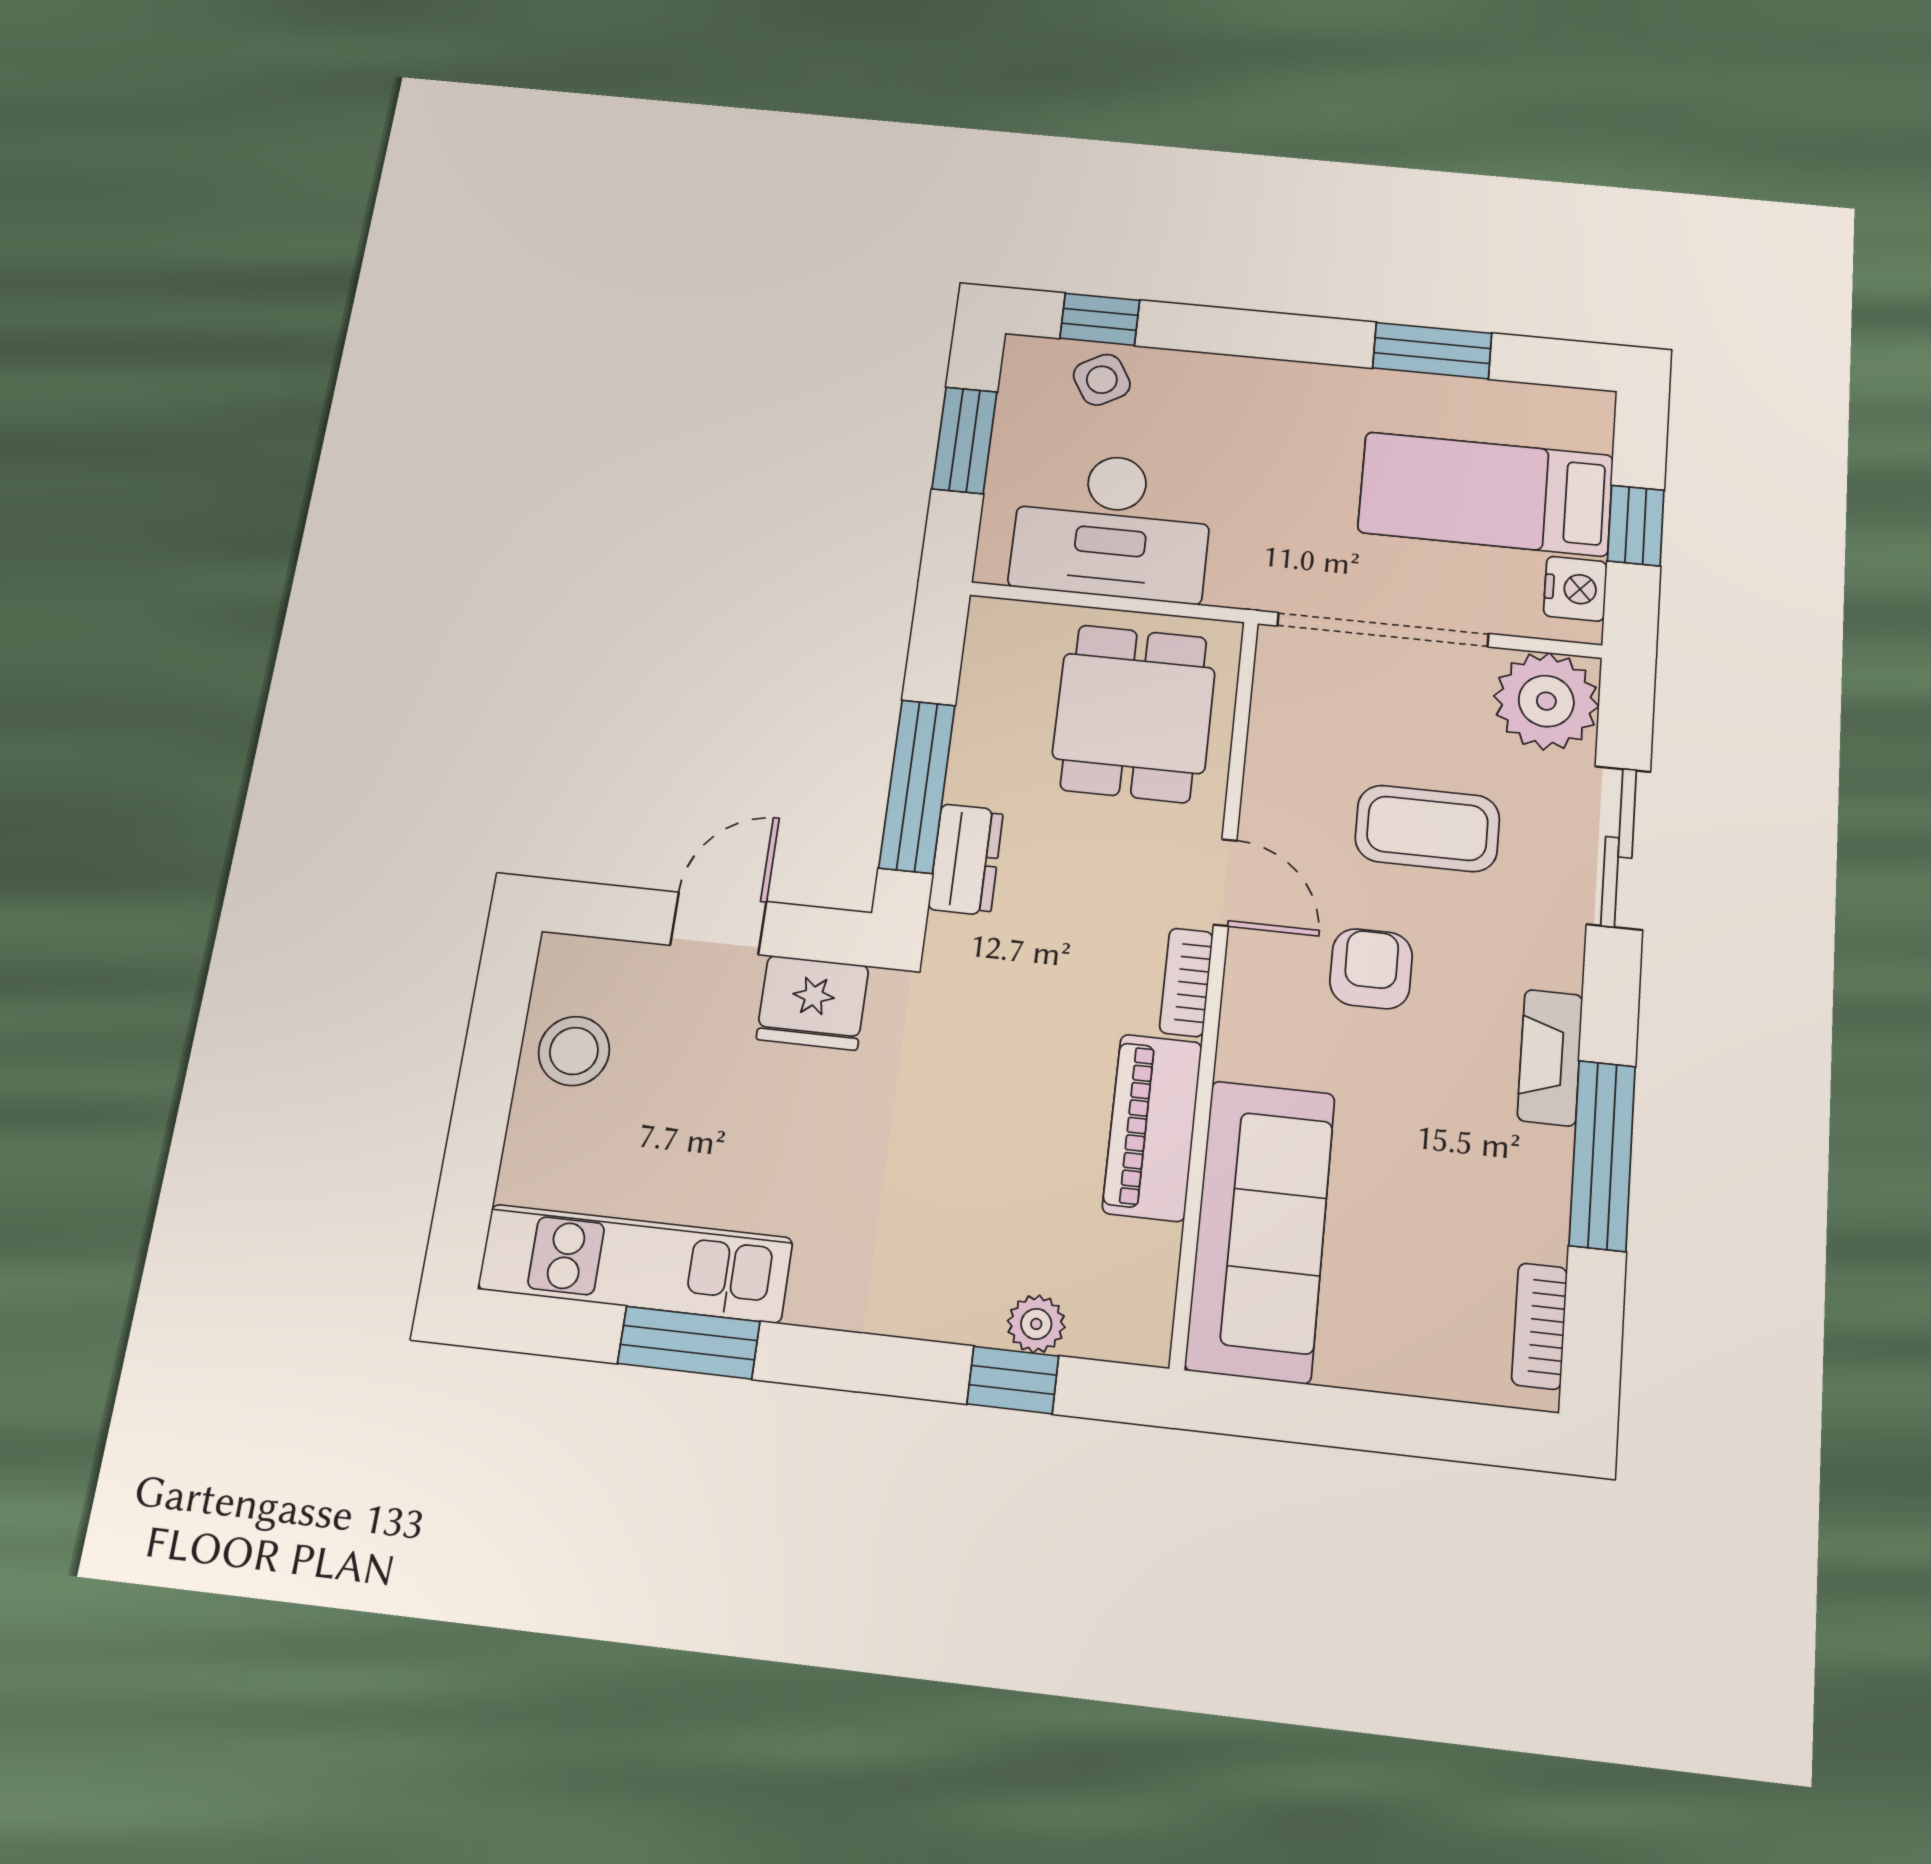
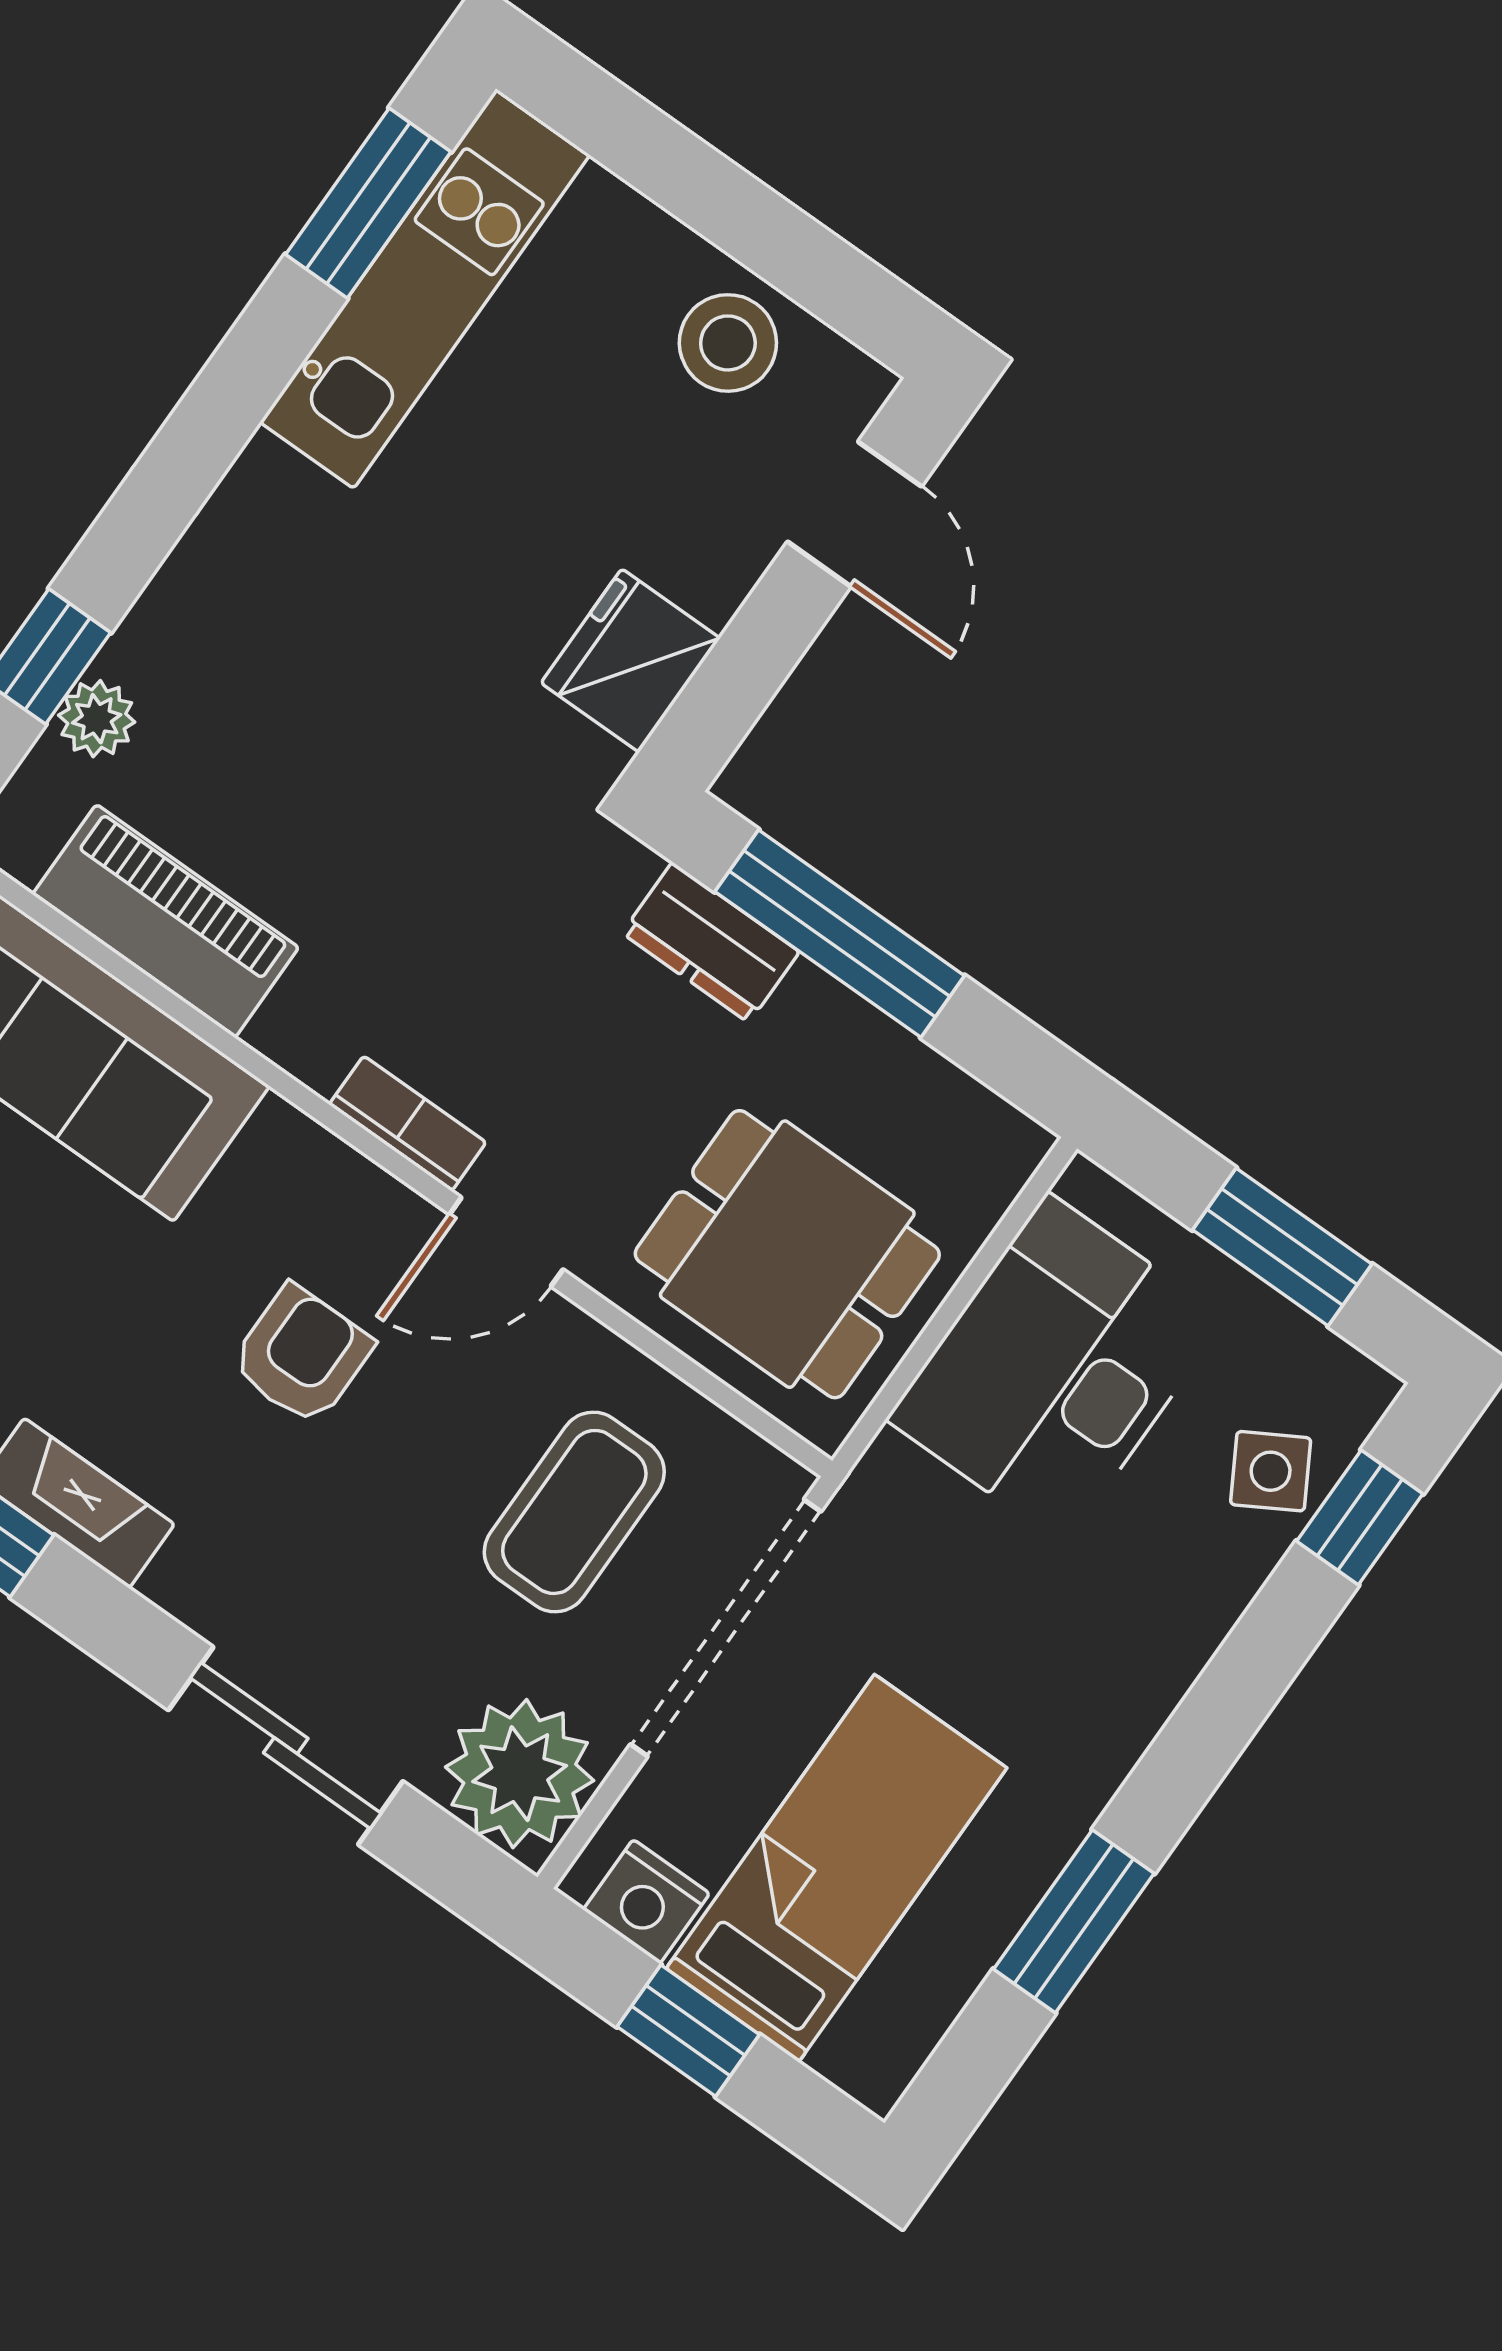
coffee table: (1427, 828) -> (574, 1512), moved
door: (718, 923) -> (854, 514), moved
armchair: (1371, 969) -> (302, 1355), turned -90
piano: (1152, 1127) -> (166, 921), moved
window: (689, 1343) -> (368, 203), moved

